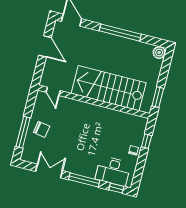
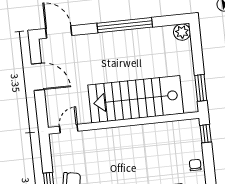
door: (53, 91) -> (69, 129), swing flipped
window: (147, 141) -> (206, 134), moved

